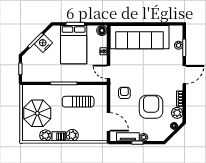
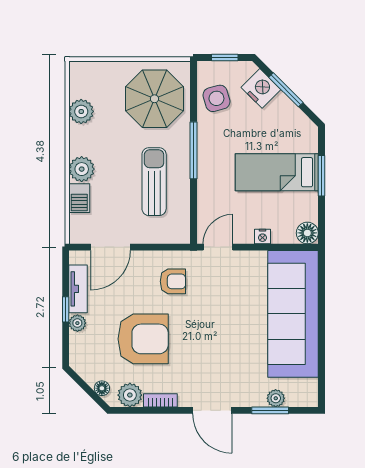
nightstand: (43, 43) -> (261, 88), moved
bed: (74, 45) -> (277, 172), width x0.67
side table: (39, 73) -> (216, 98), added
parasol: (37, 113) -> (154, 99), moved
barbecue: (59, 136) -> (79, 198), moved

